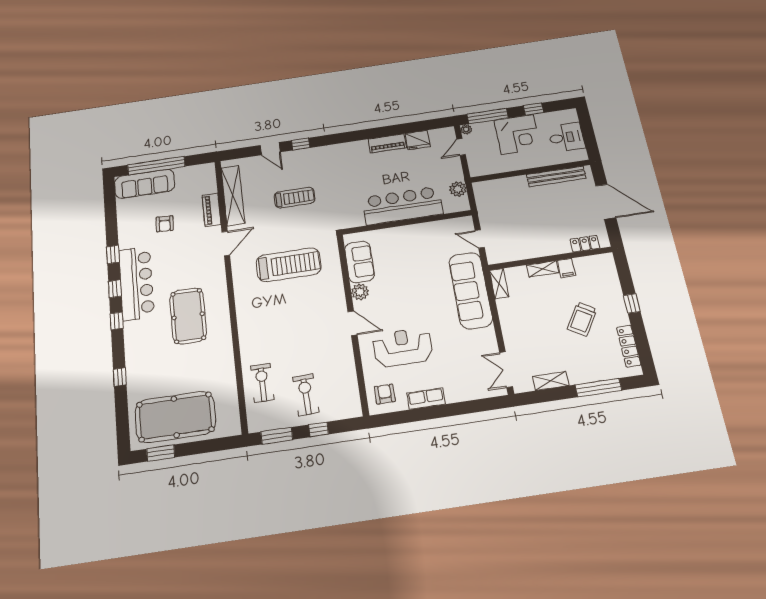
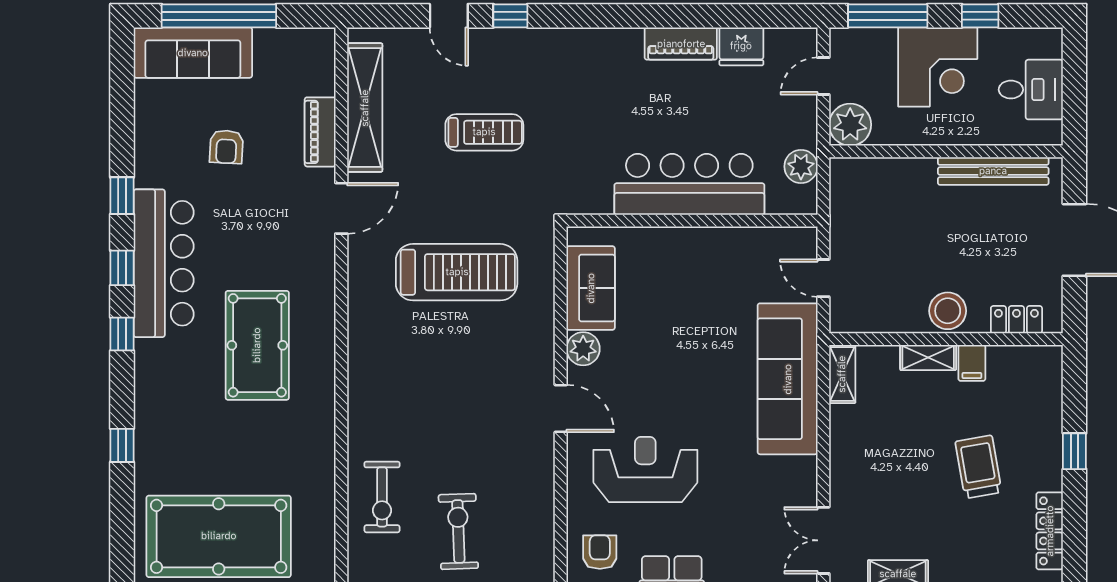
plant: (466, 129) -> (850, 125), moved, width x1.88, depth x1.88
stool: (548, 245) -> (948, 311), added
trolley: (582, 319) -> (978, 467), turned 138
exercise bike: (262, 383) -> (382, 497), turned 180

